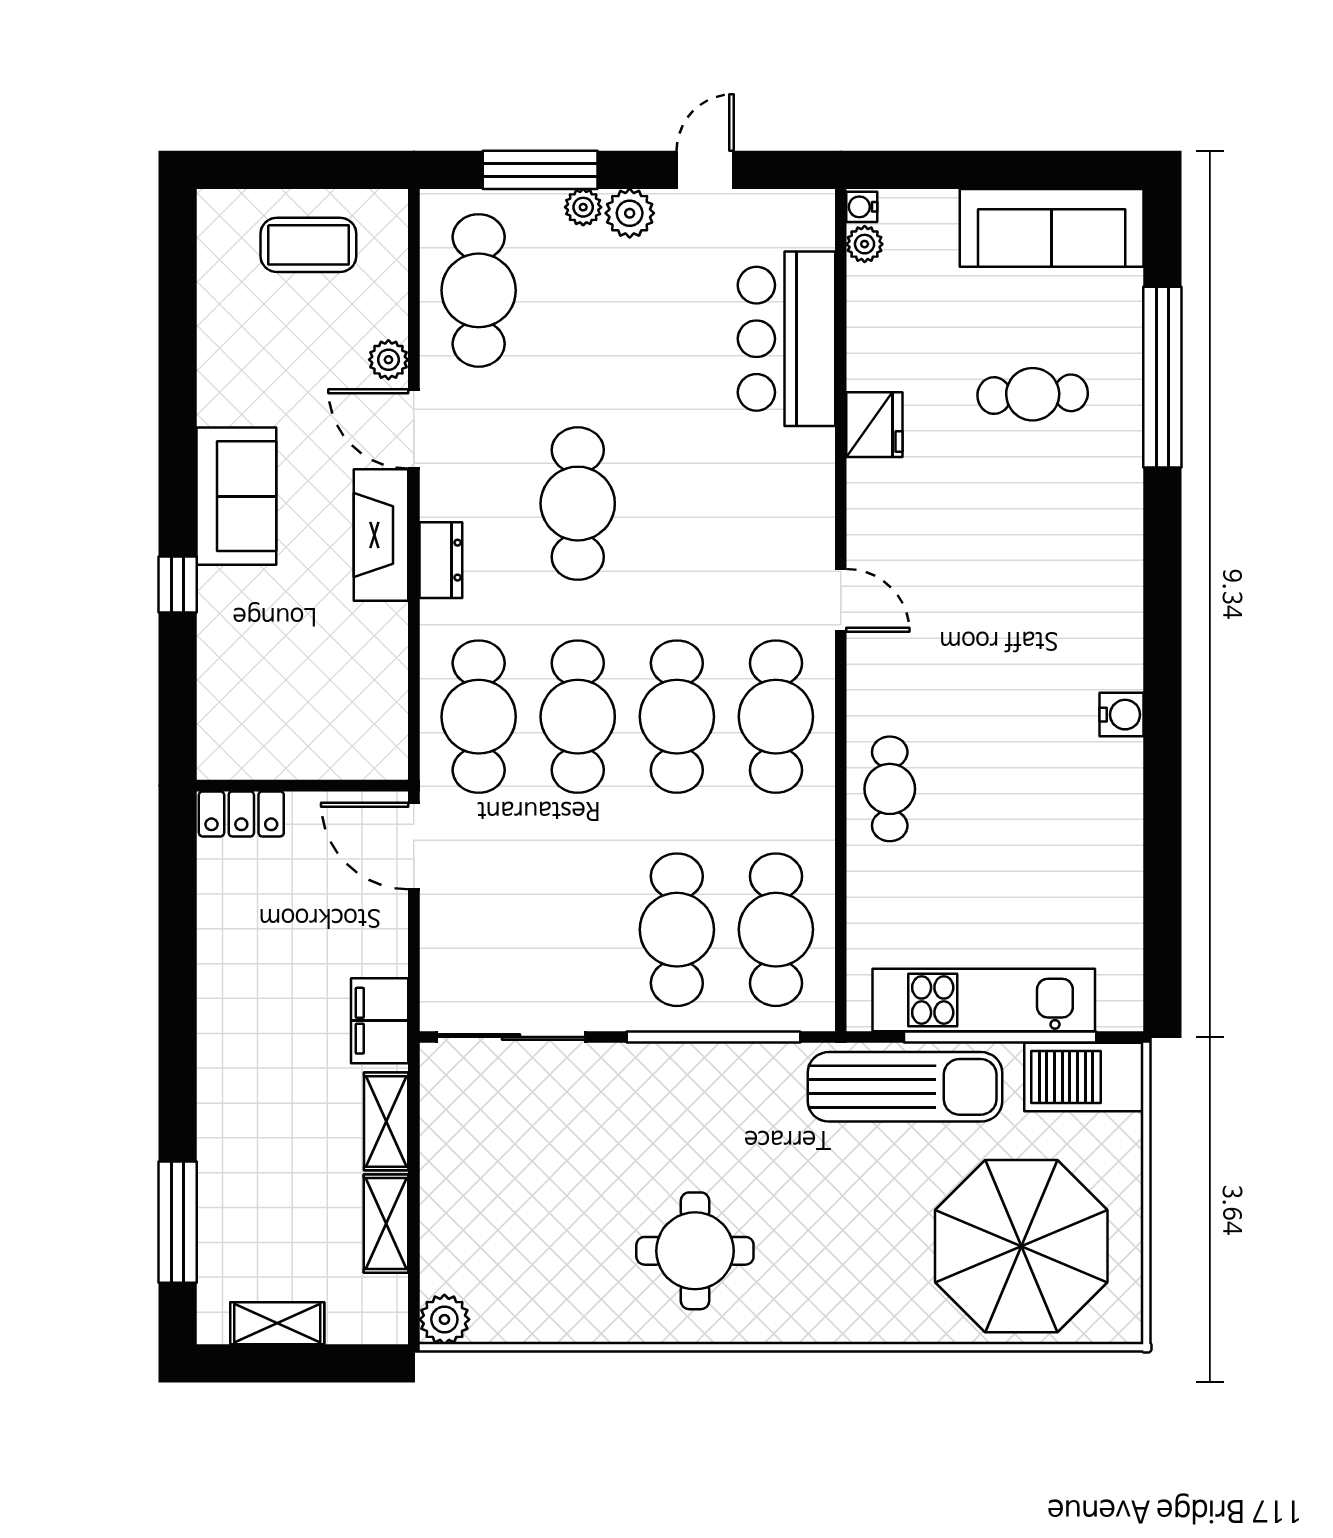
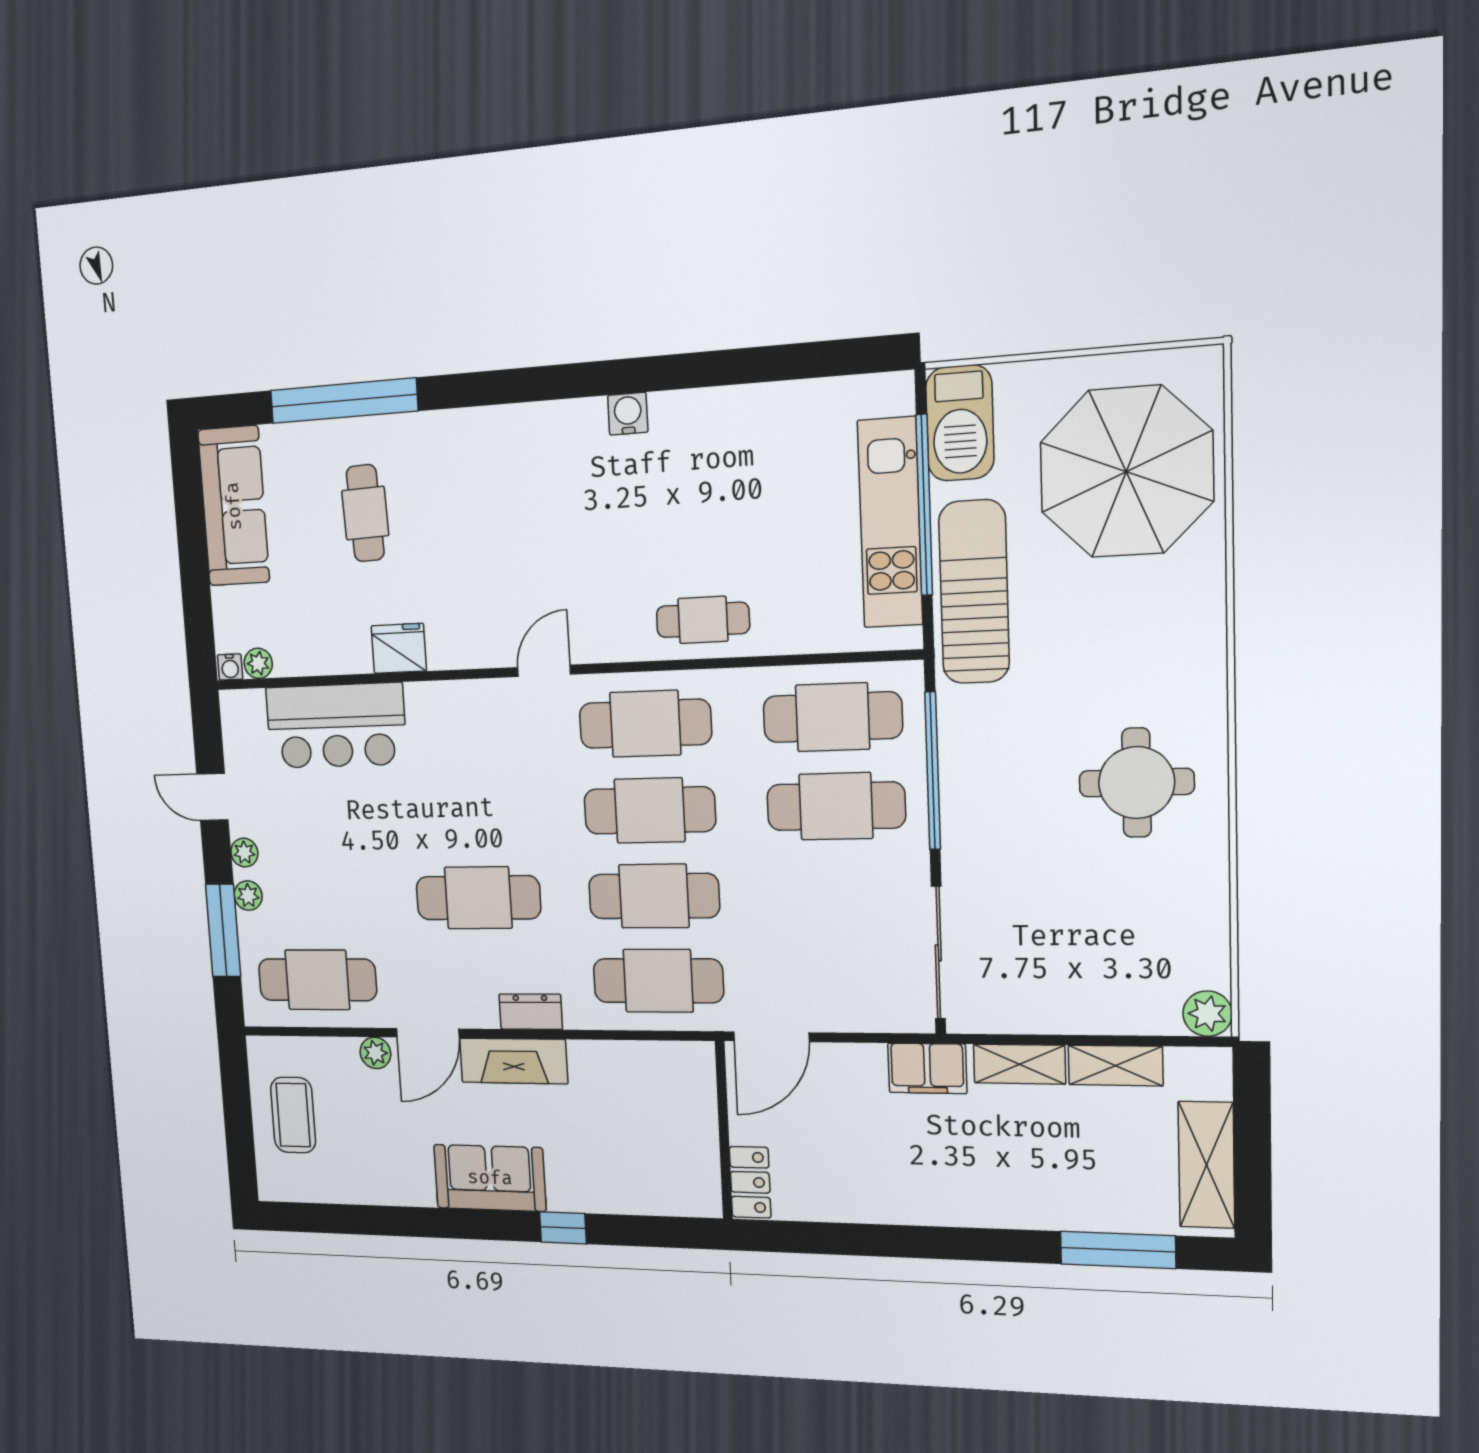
plant: (630, 213) -> (244, 853), width x0.73, depth x0.73
shelving: (277, 1323) -> (1206, 1165), width x1.50, depth x1.33

